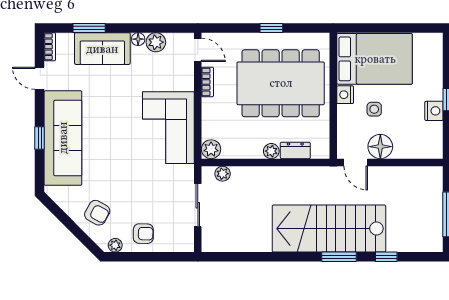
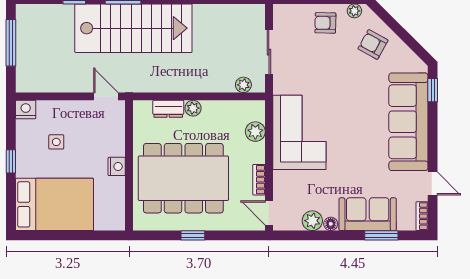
bed: (375, 59) -> (54, 204), moved, turned 180
side table: (374, 109) -> (56, 142), moved
nightstand: (434, 111) -> (26, 110), moved, turned 90
window: (40, 138) -> (433, 90), moved
floor lamp: (380, 147) -> (80, 113), removed
plant: (211, 149) -> (255, 132), moved

